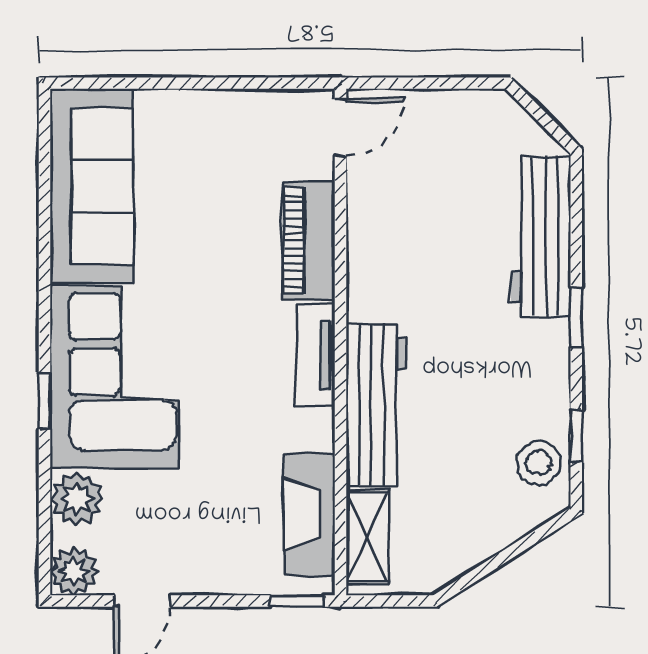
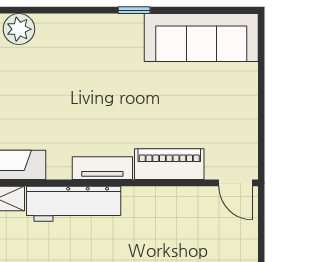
corner sofa: (115, 378) -> (90, 51), removed
window: (45, 401) -> (134, 10), moved

